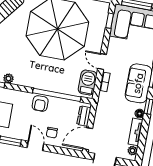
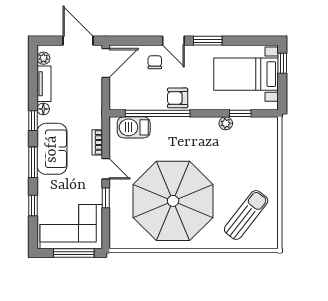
window: (110, 21) -> (106, 198), moved
barbecue: (88, 83) -> (134, 127), moved, turned 90
armchair: (40, 103) -> (178, 98), turned -90
dresser: (84, 116) -> (116, 92), removed

